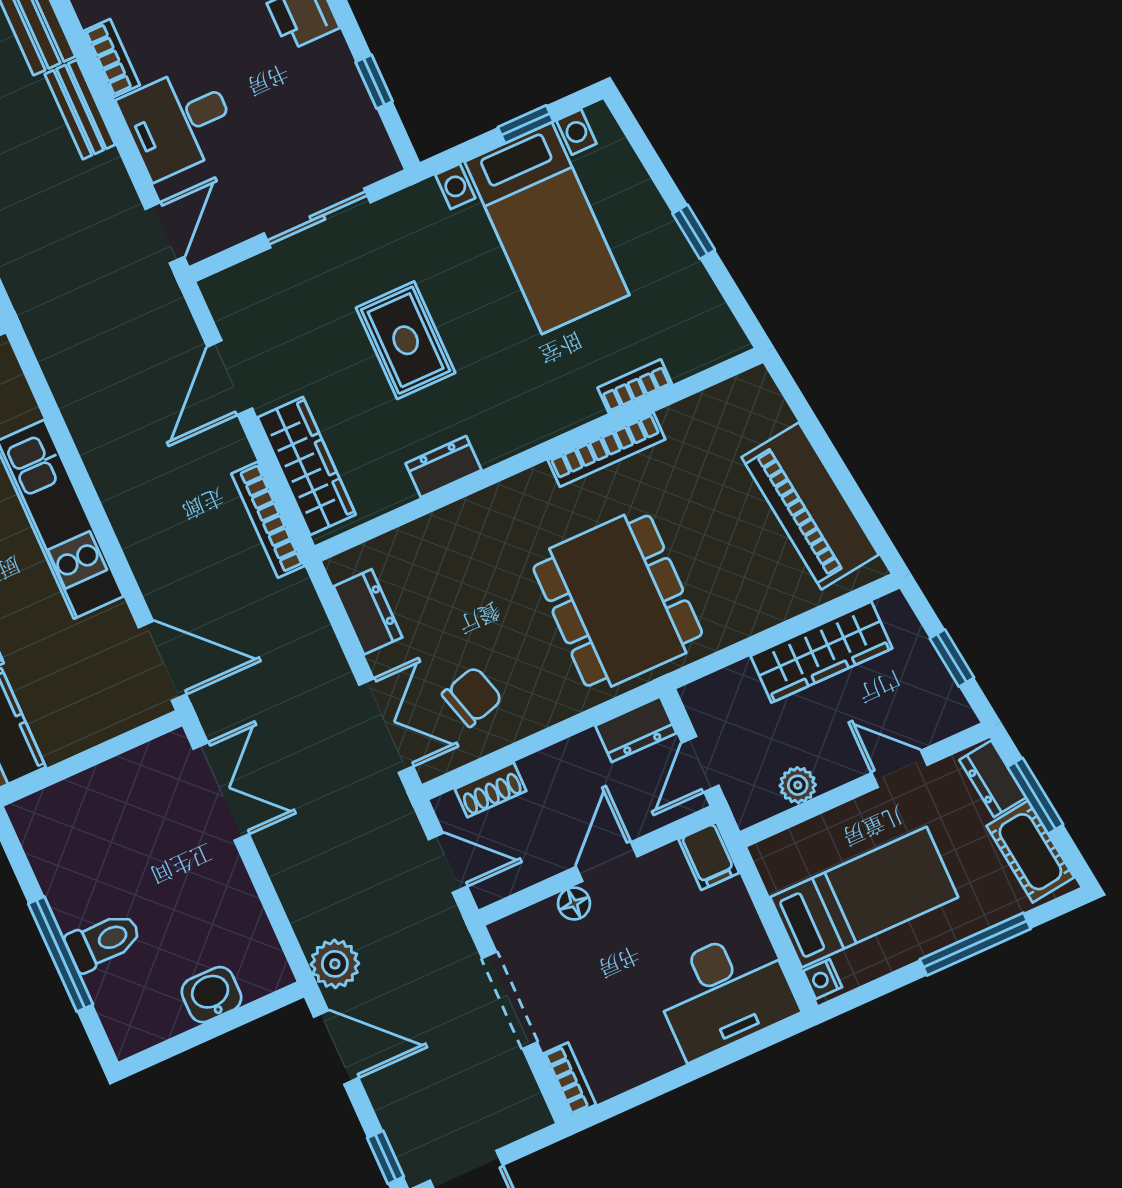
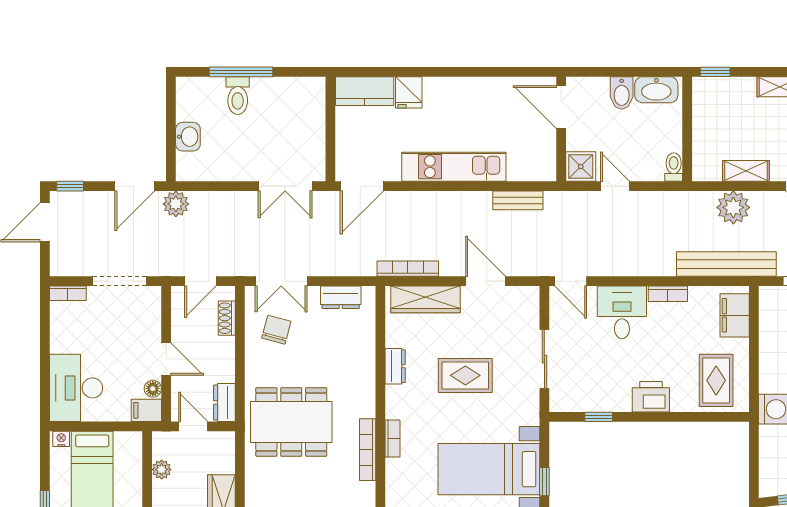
bench: (80, 109) -> (518, 200), moved
bookcase: (635, 386) -> (392, 438), moved
chair: (472, 697) -> (276, 330), turned -149
floor lamp: (574, 903) -> (153, 389), moved

